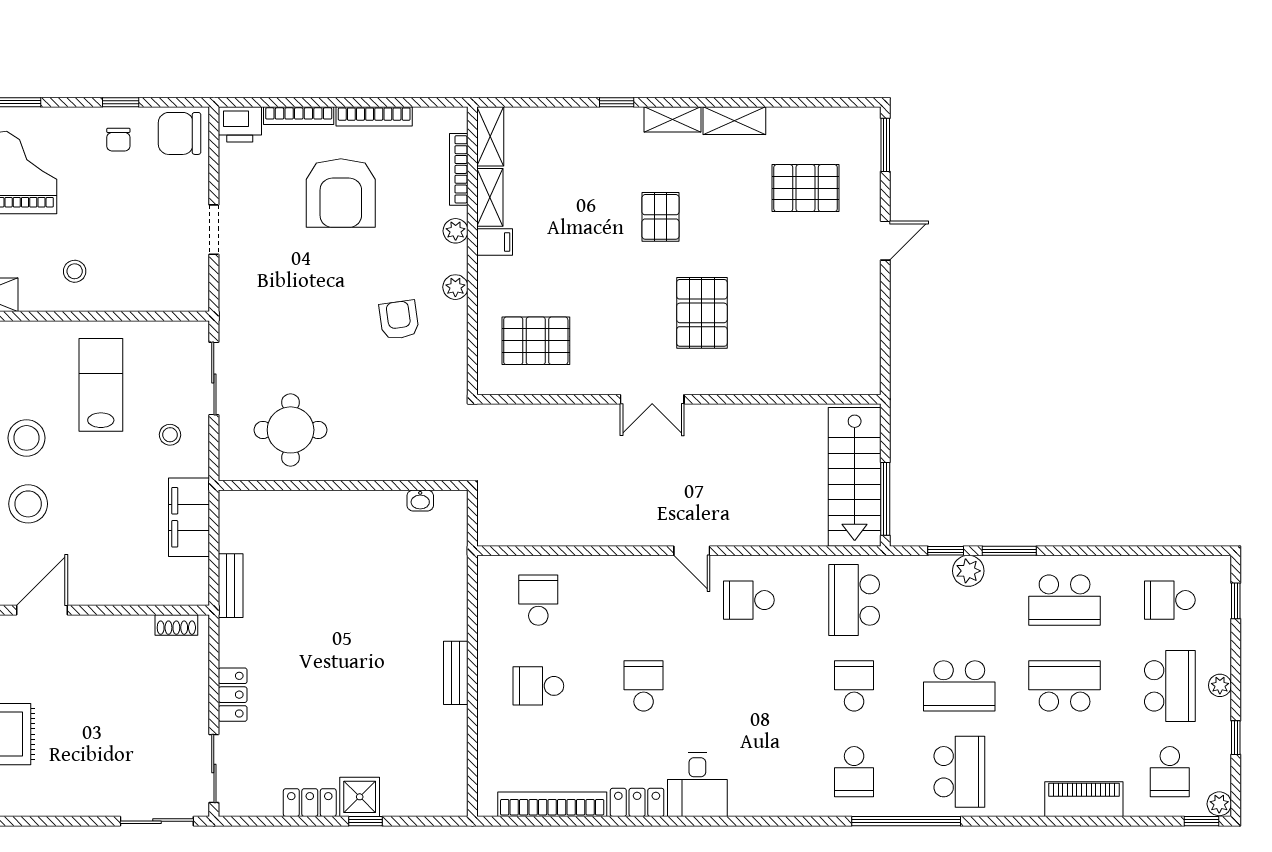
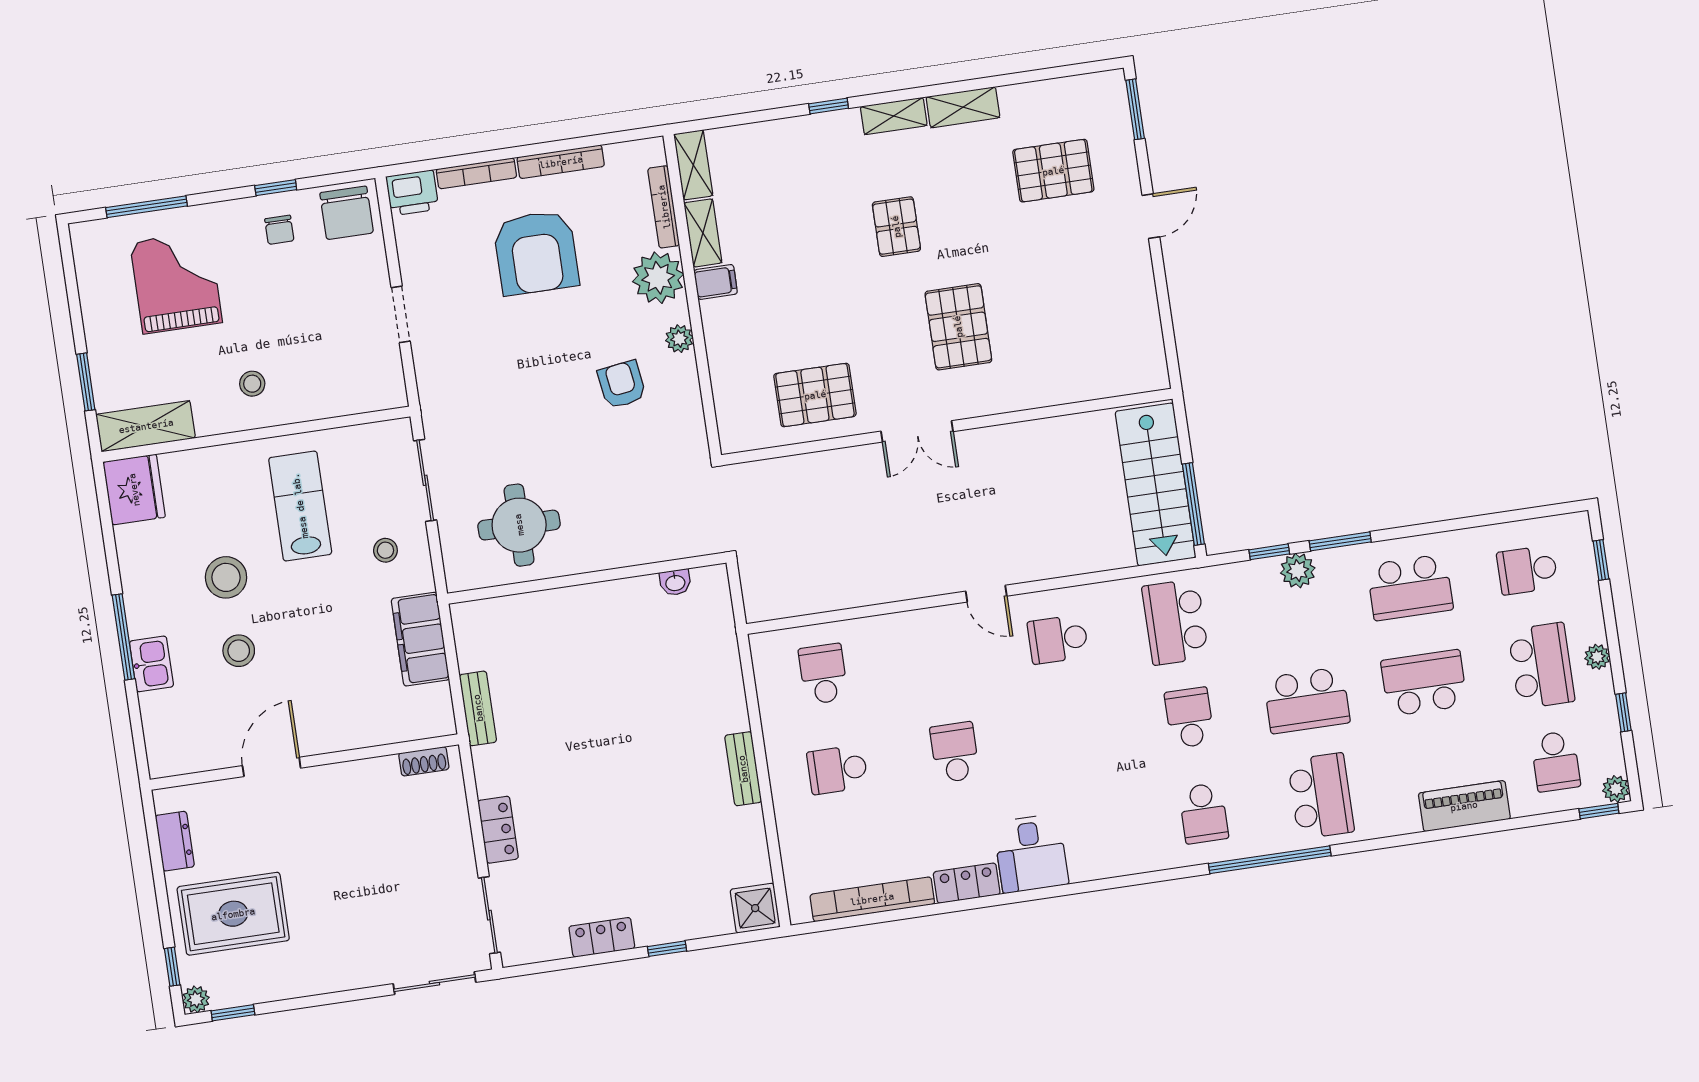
chair: (180, 133) -> (347, 213), turned -90
plant: (456, 231) -> (658, 278), width x1.88, depth x1.88
pallet: (536, 341) -> (815, 395), moved
stool: (28, 504) -> (239, 651), width x0.73, depth x0.73
shower: (360, 797) -> (755, 908), moved

